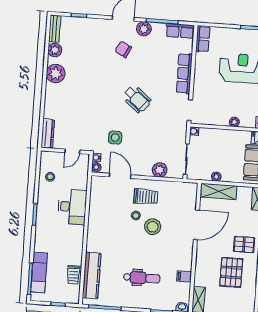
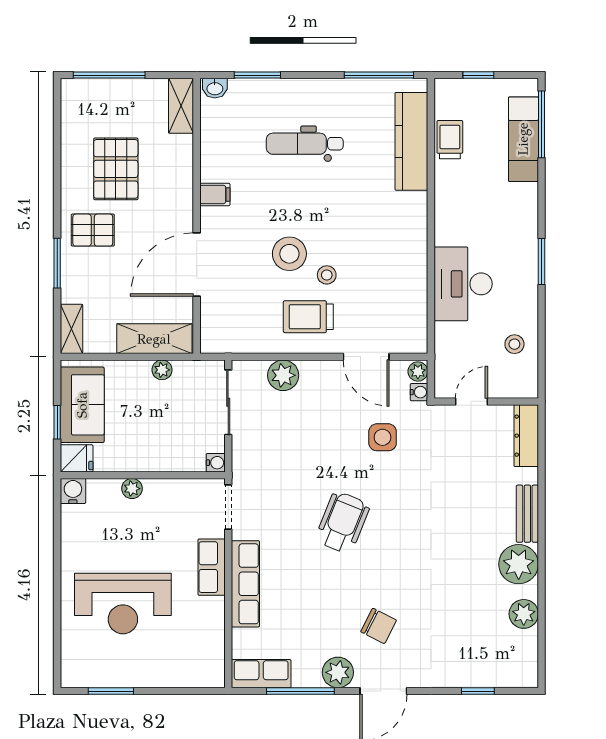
bench: (55, 29) -> (527, 514), moved
row of seats: (203, 39) -> (212, 567), moved
wheelchair: (137, 99) -> (342, 522), turned 72
filing cabinet: (184, 276) -> (215, 194), moved

